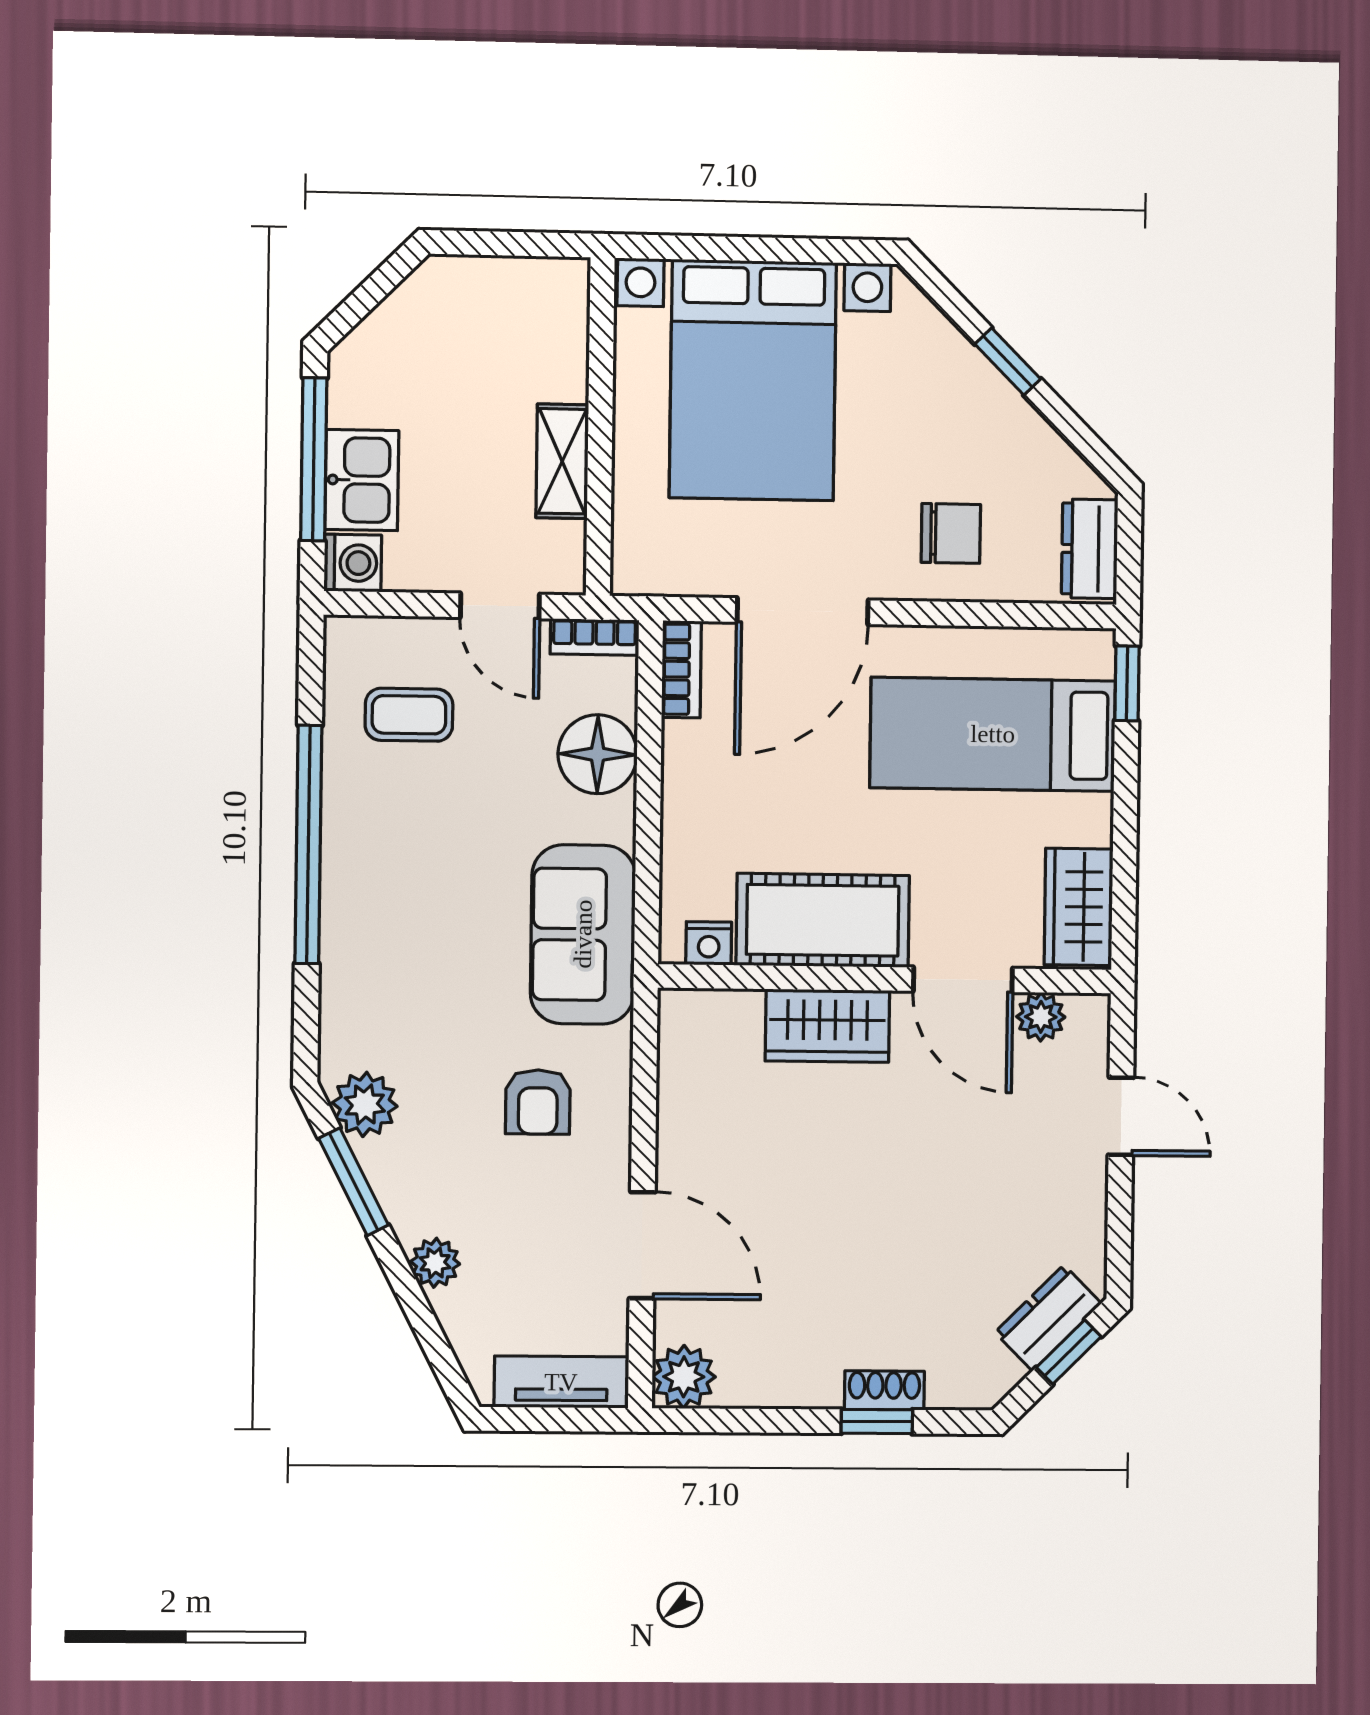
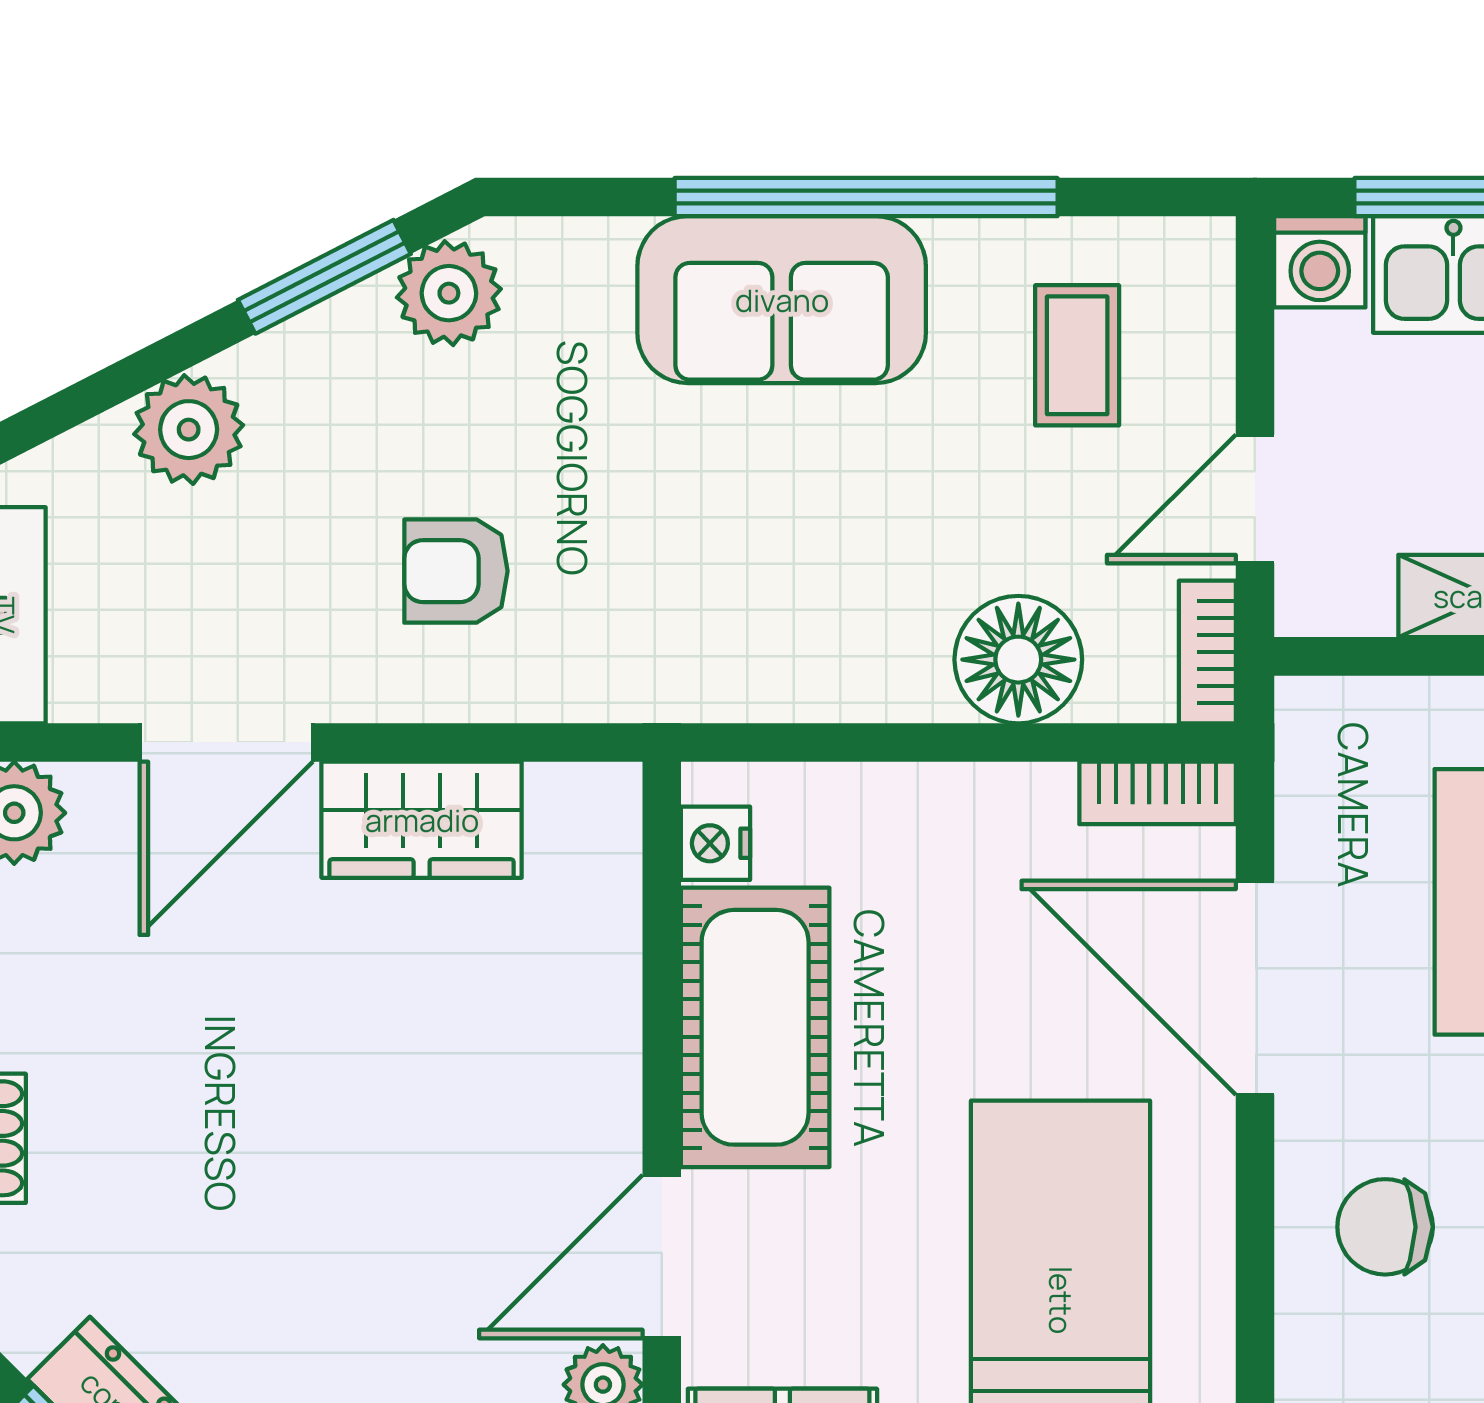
chair: (951, 533) -> (1385, 1227), turned 90
sofa: (583, 934) -> (782, 300), moved, turned 180
wardrobe: (827, 1026) -> (422, 820), moved, turned -90
plant: (435, 1263) -> (189, 430), width x1.38, depth x1.38

